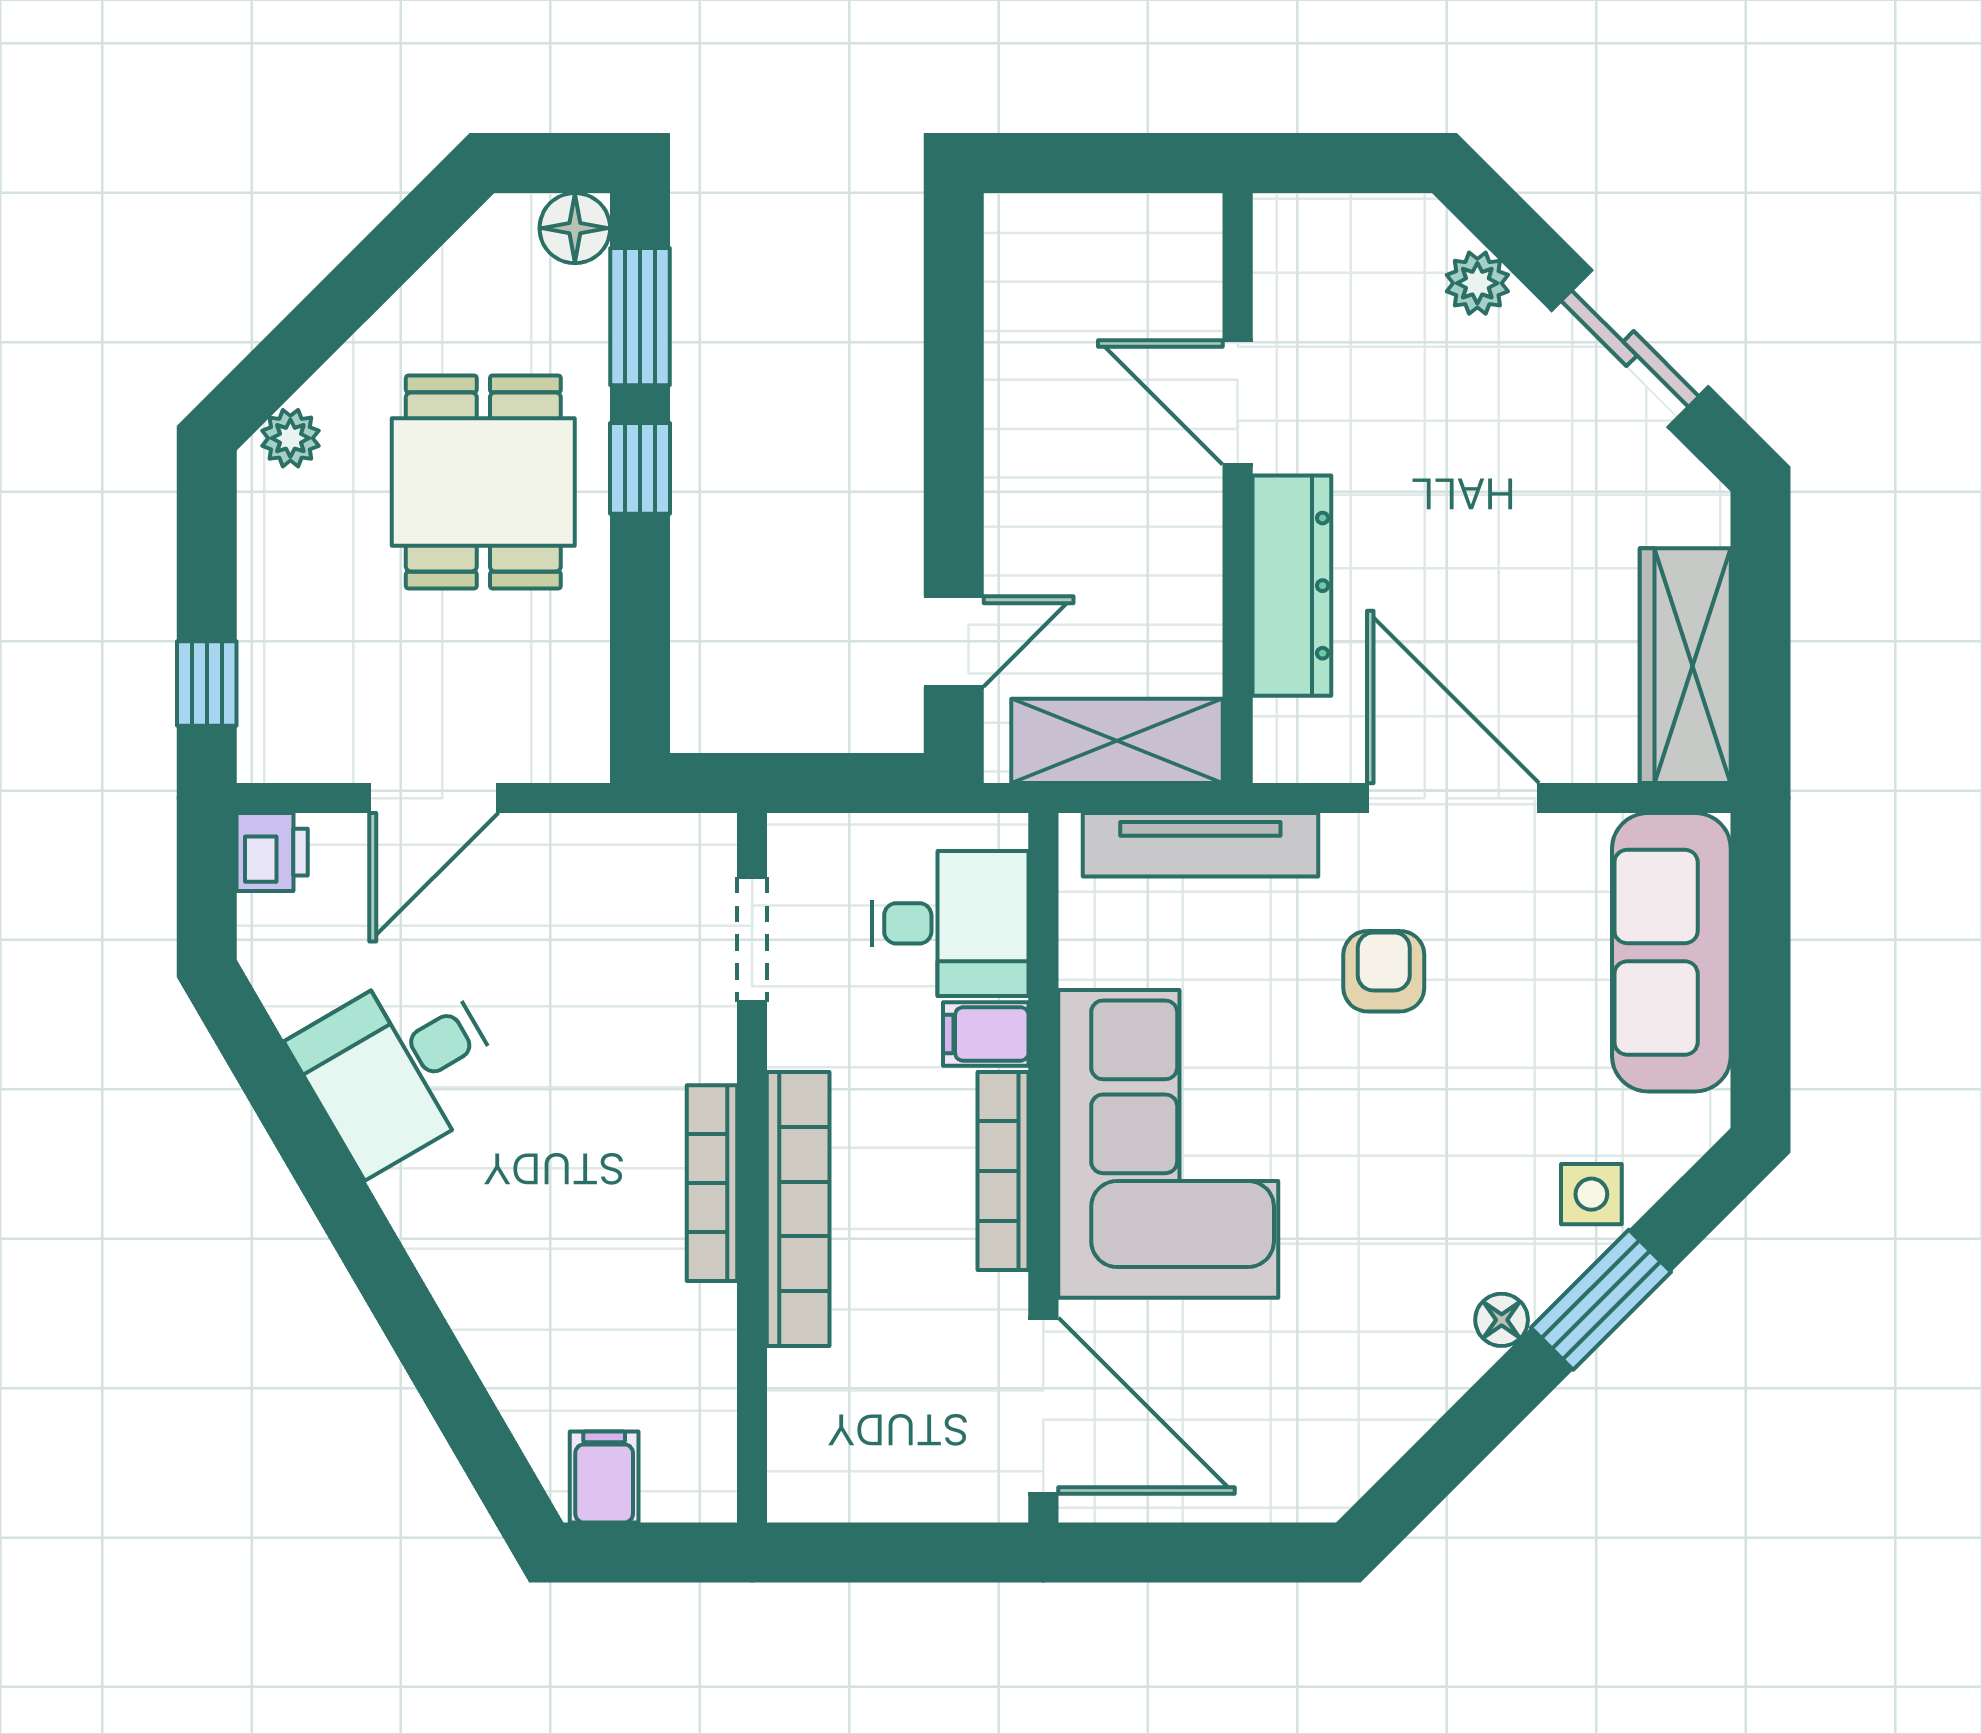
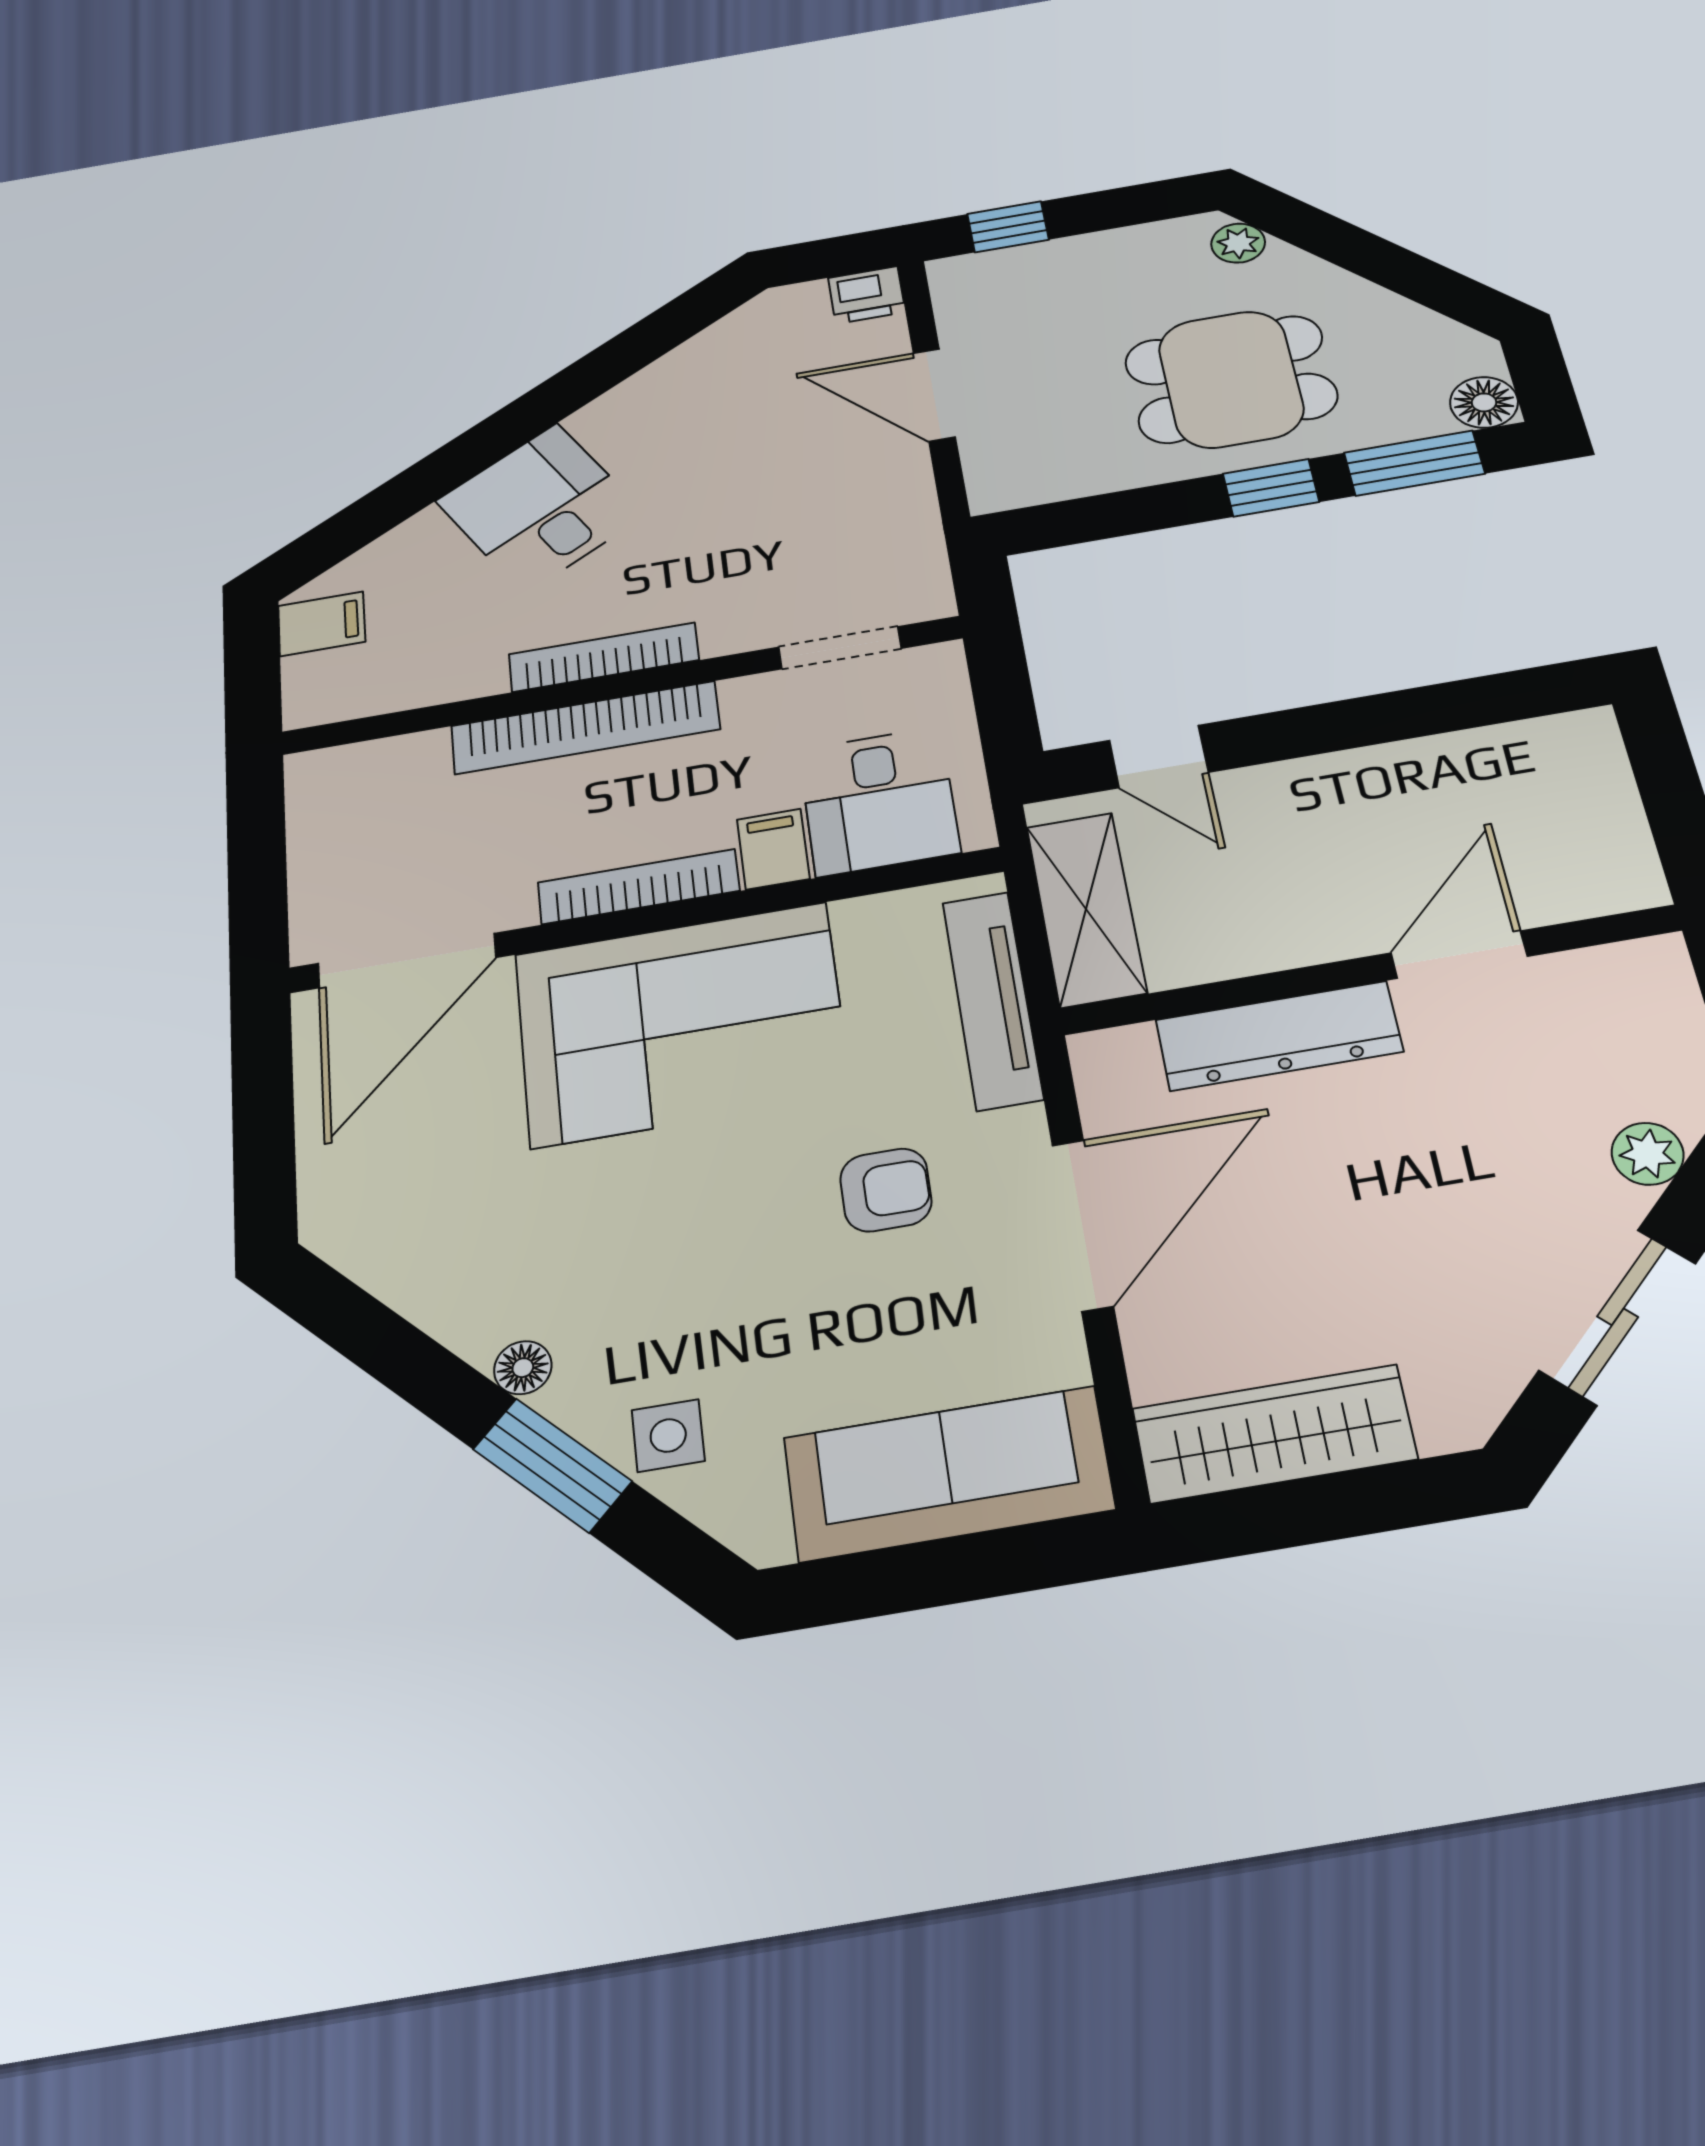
desk: (400, 1067) -> (541, 508), moved

